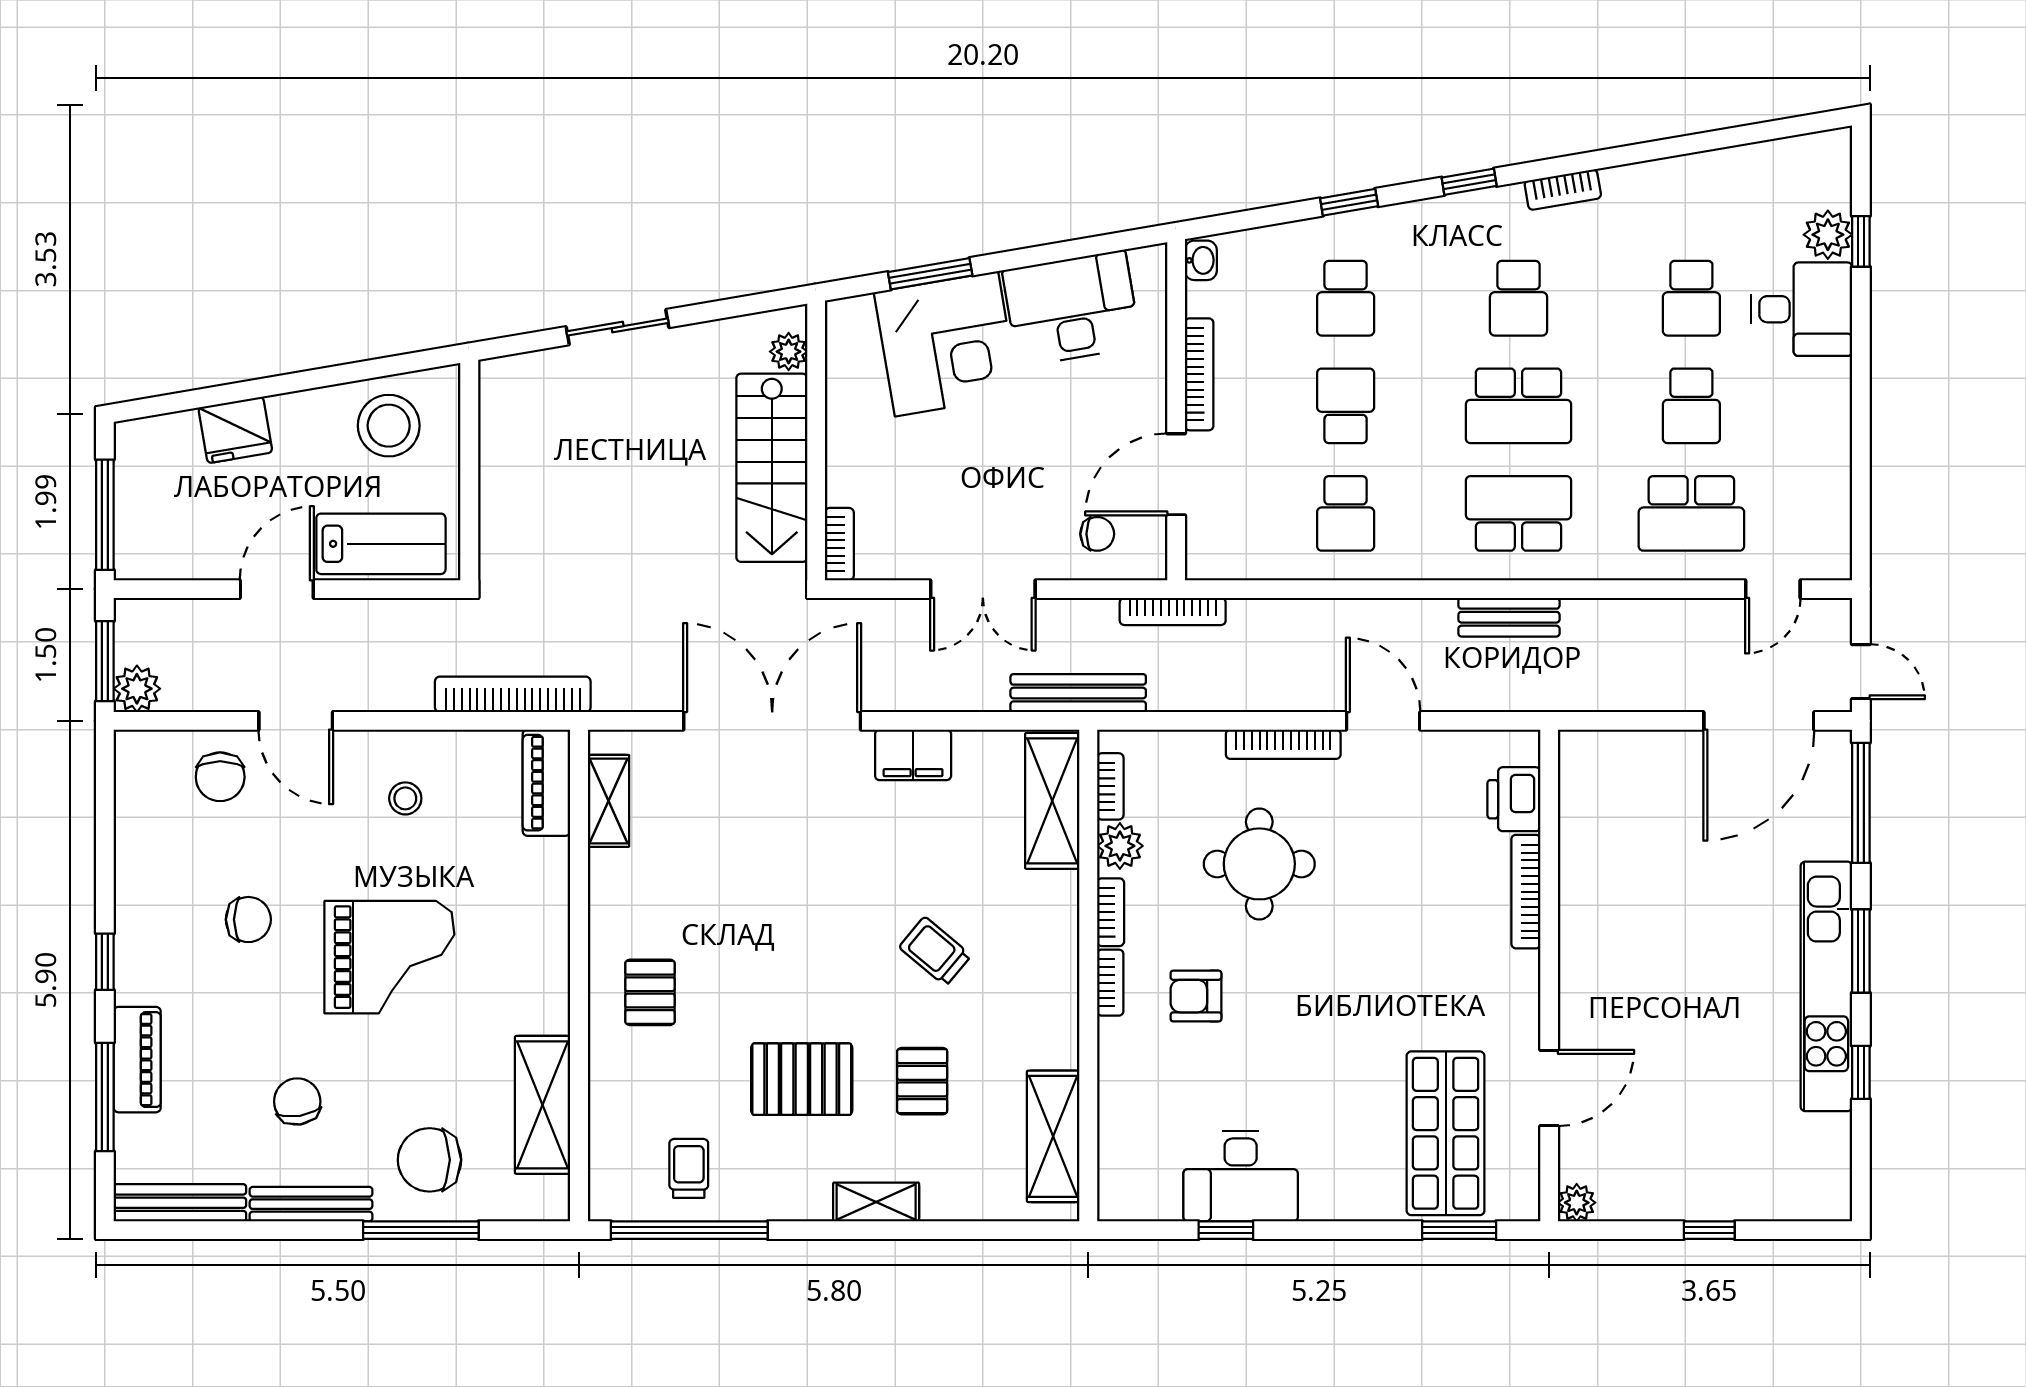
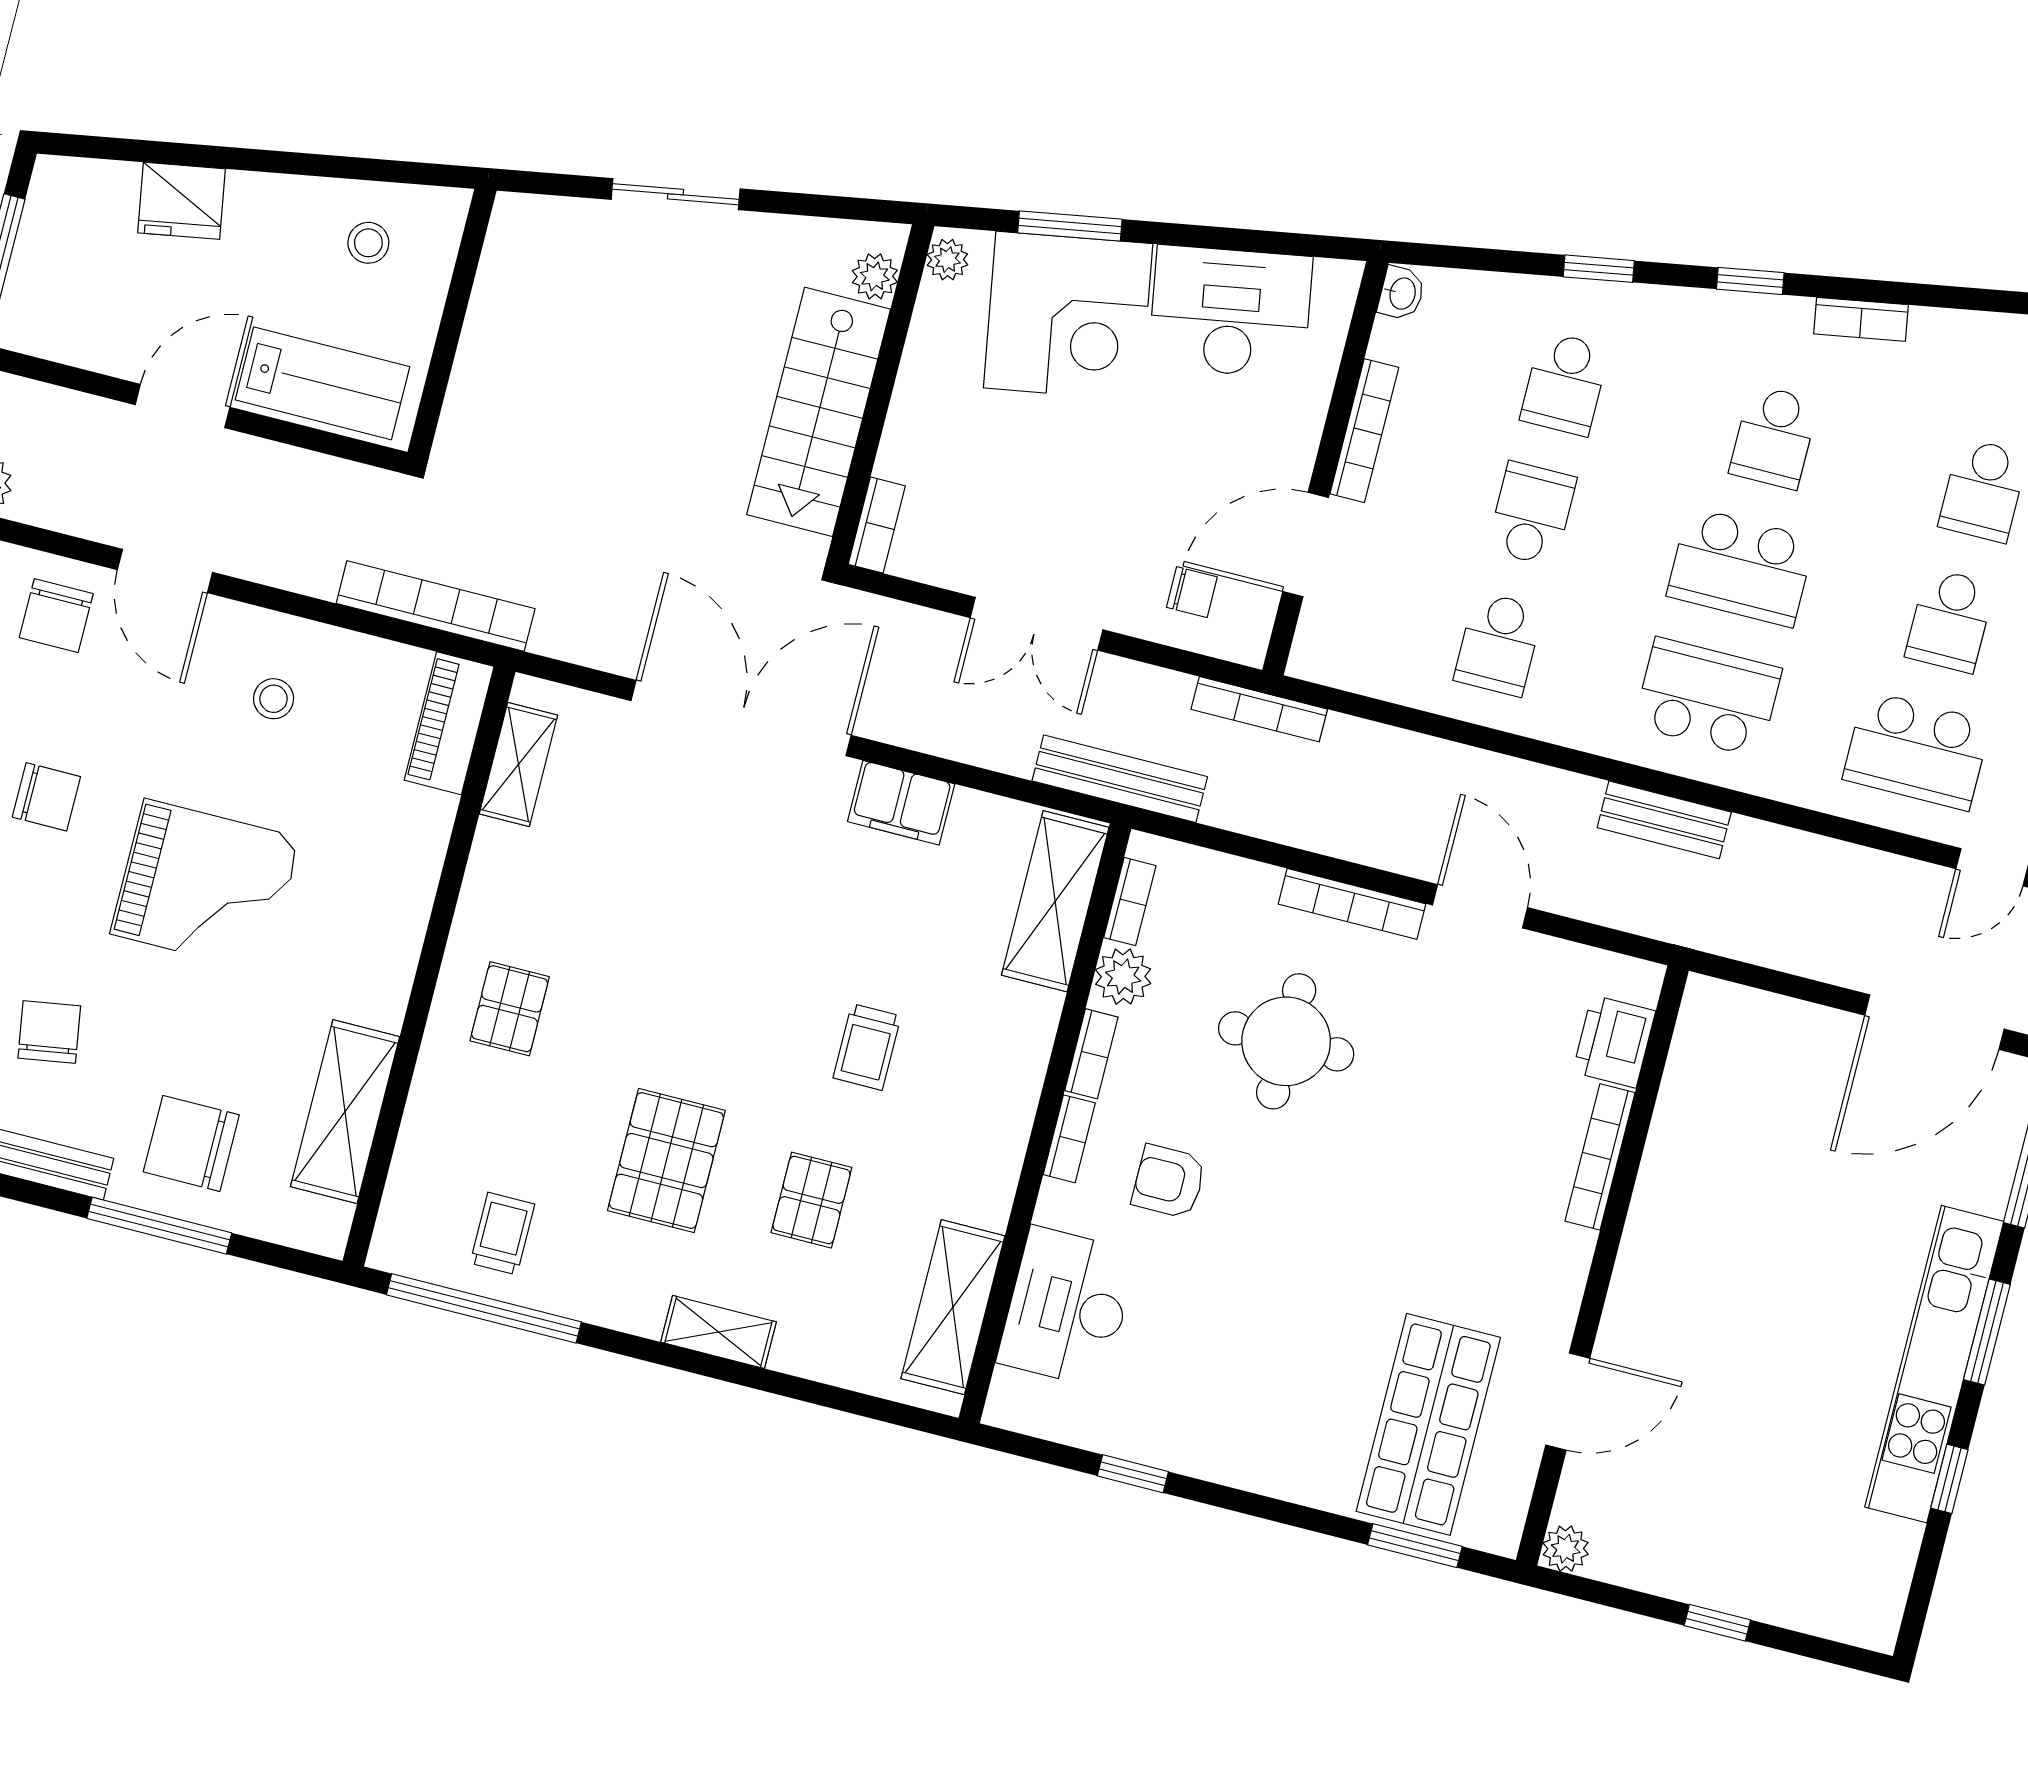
plant: (842, 324) -> (947, 260), added
stool: (389, 426) -> (368, 243), width x0.53, depth x0.53
trolley: (935, 951) -> (867, 1047), turned -130
pallet: (802, 1079) -> (666, 1161), turned 90
desk: (1241, 1176) -> (1067, 1307), moved, turned 90

